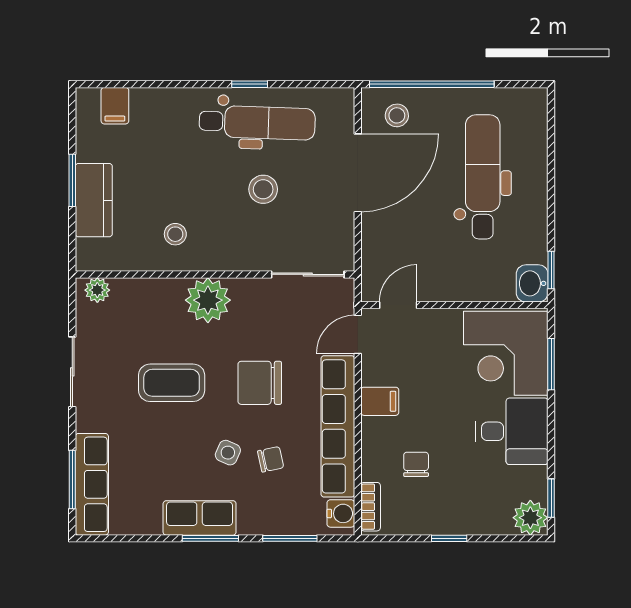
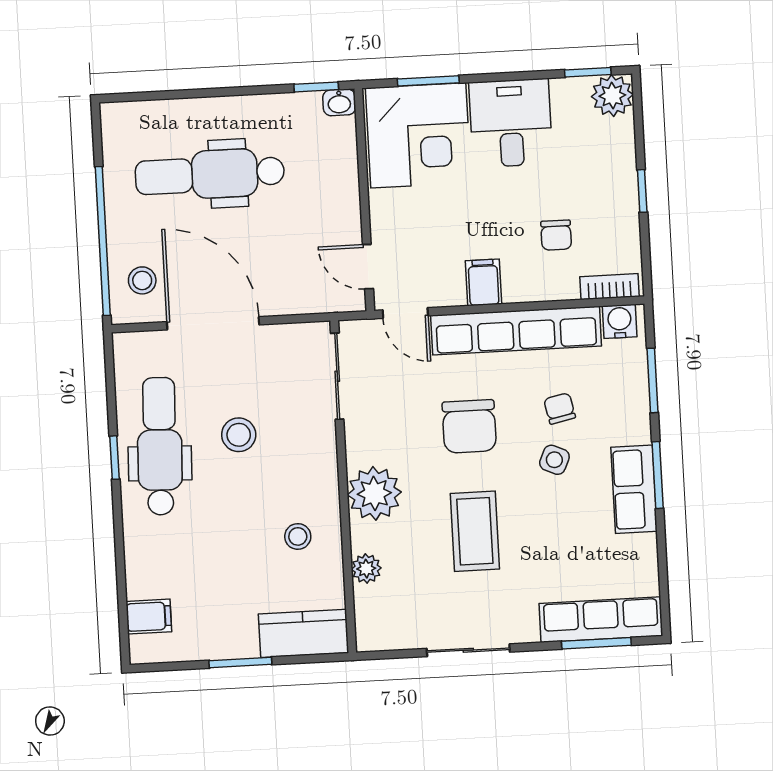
kitchen counter: (94, 200) -> (304, 633), moved
washbasin: (532, 283) -> (339, 102), width x0.72, depth x0.69
plant: (97, 290) -> (366, 569), moved
chair: (416, 464) -> (556, 235), turned -90

